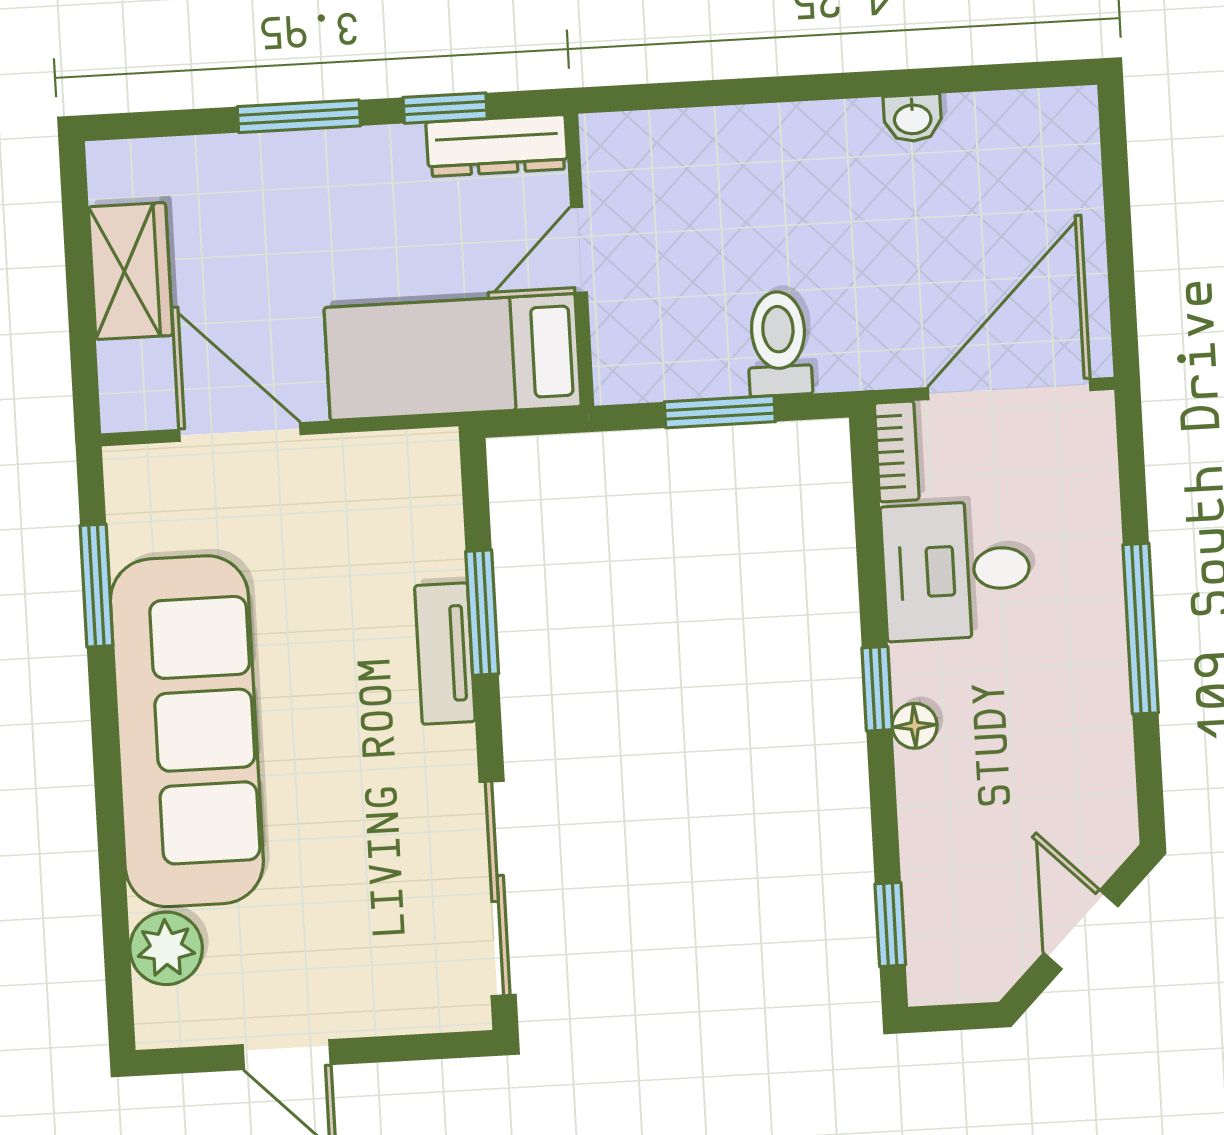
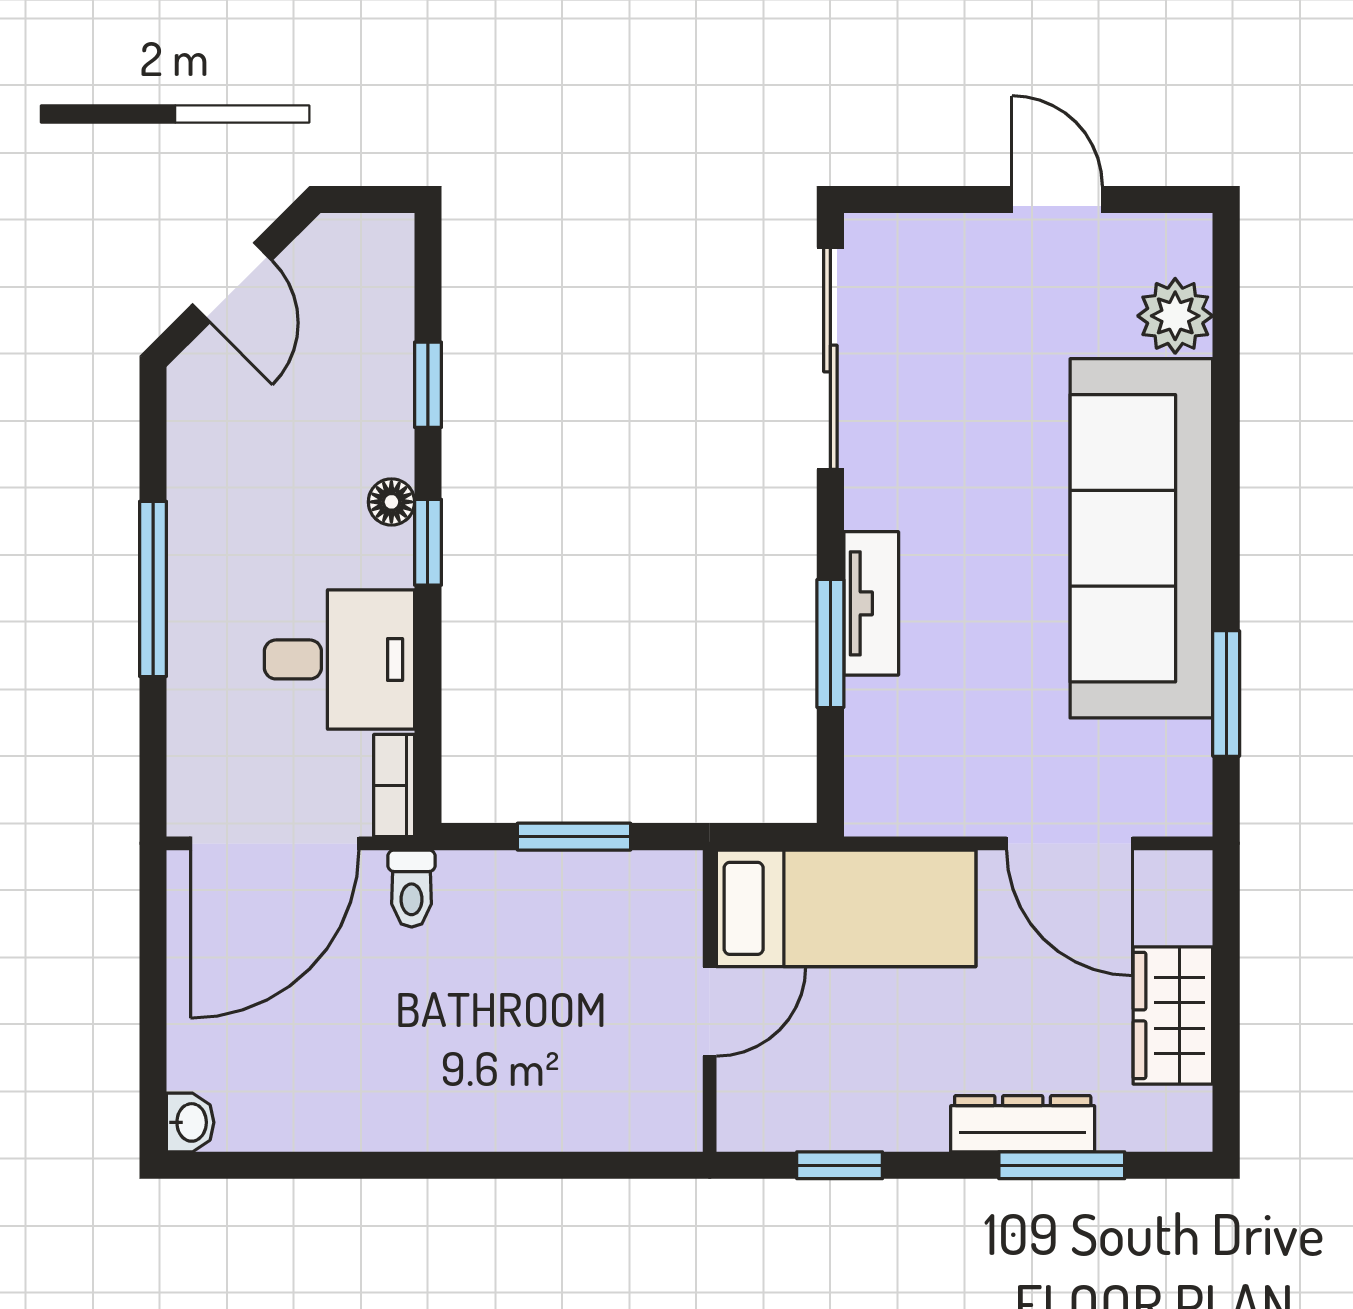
window: (299, 116) -> (1062, 1165), moved
washbasin: (913, 118) -> (190, 1122), moved, turned 90
dresser: (497, 146) -> (1023, 1124), moved
toilet: (779, 344) -> (412, 889), moved, width x0.73, depth x0.72
window: (890, 924) -> (428, 385), moved

